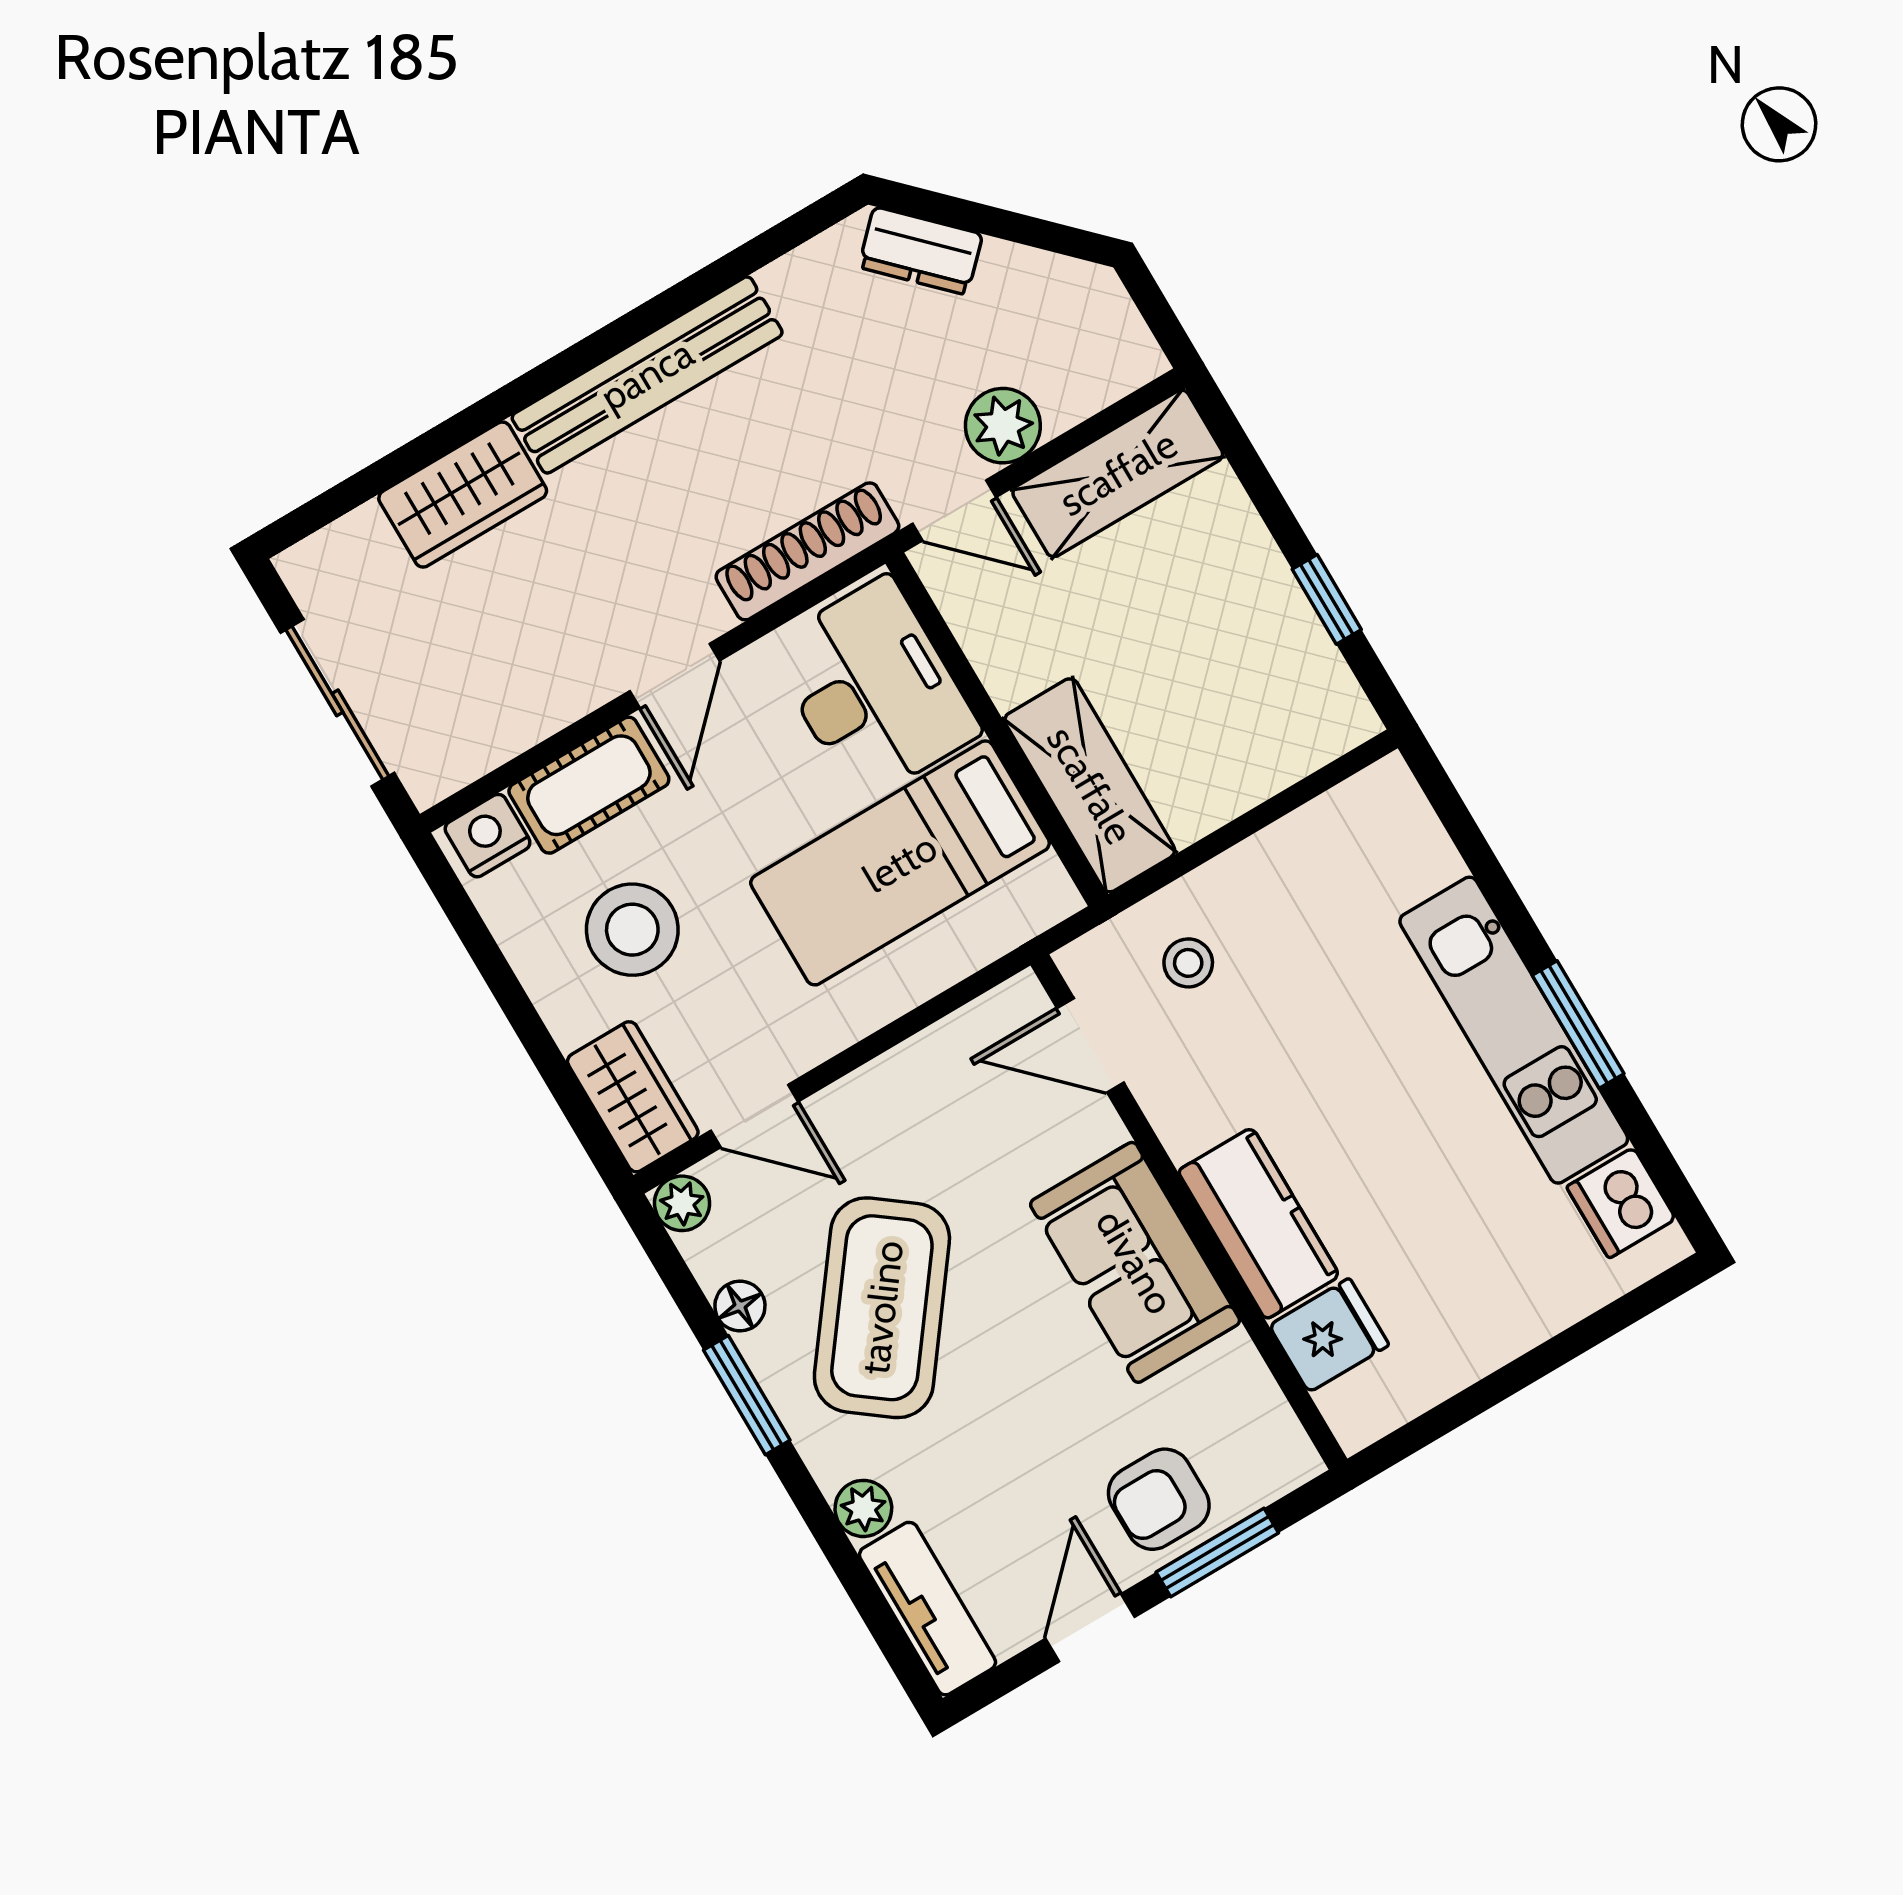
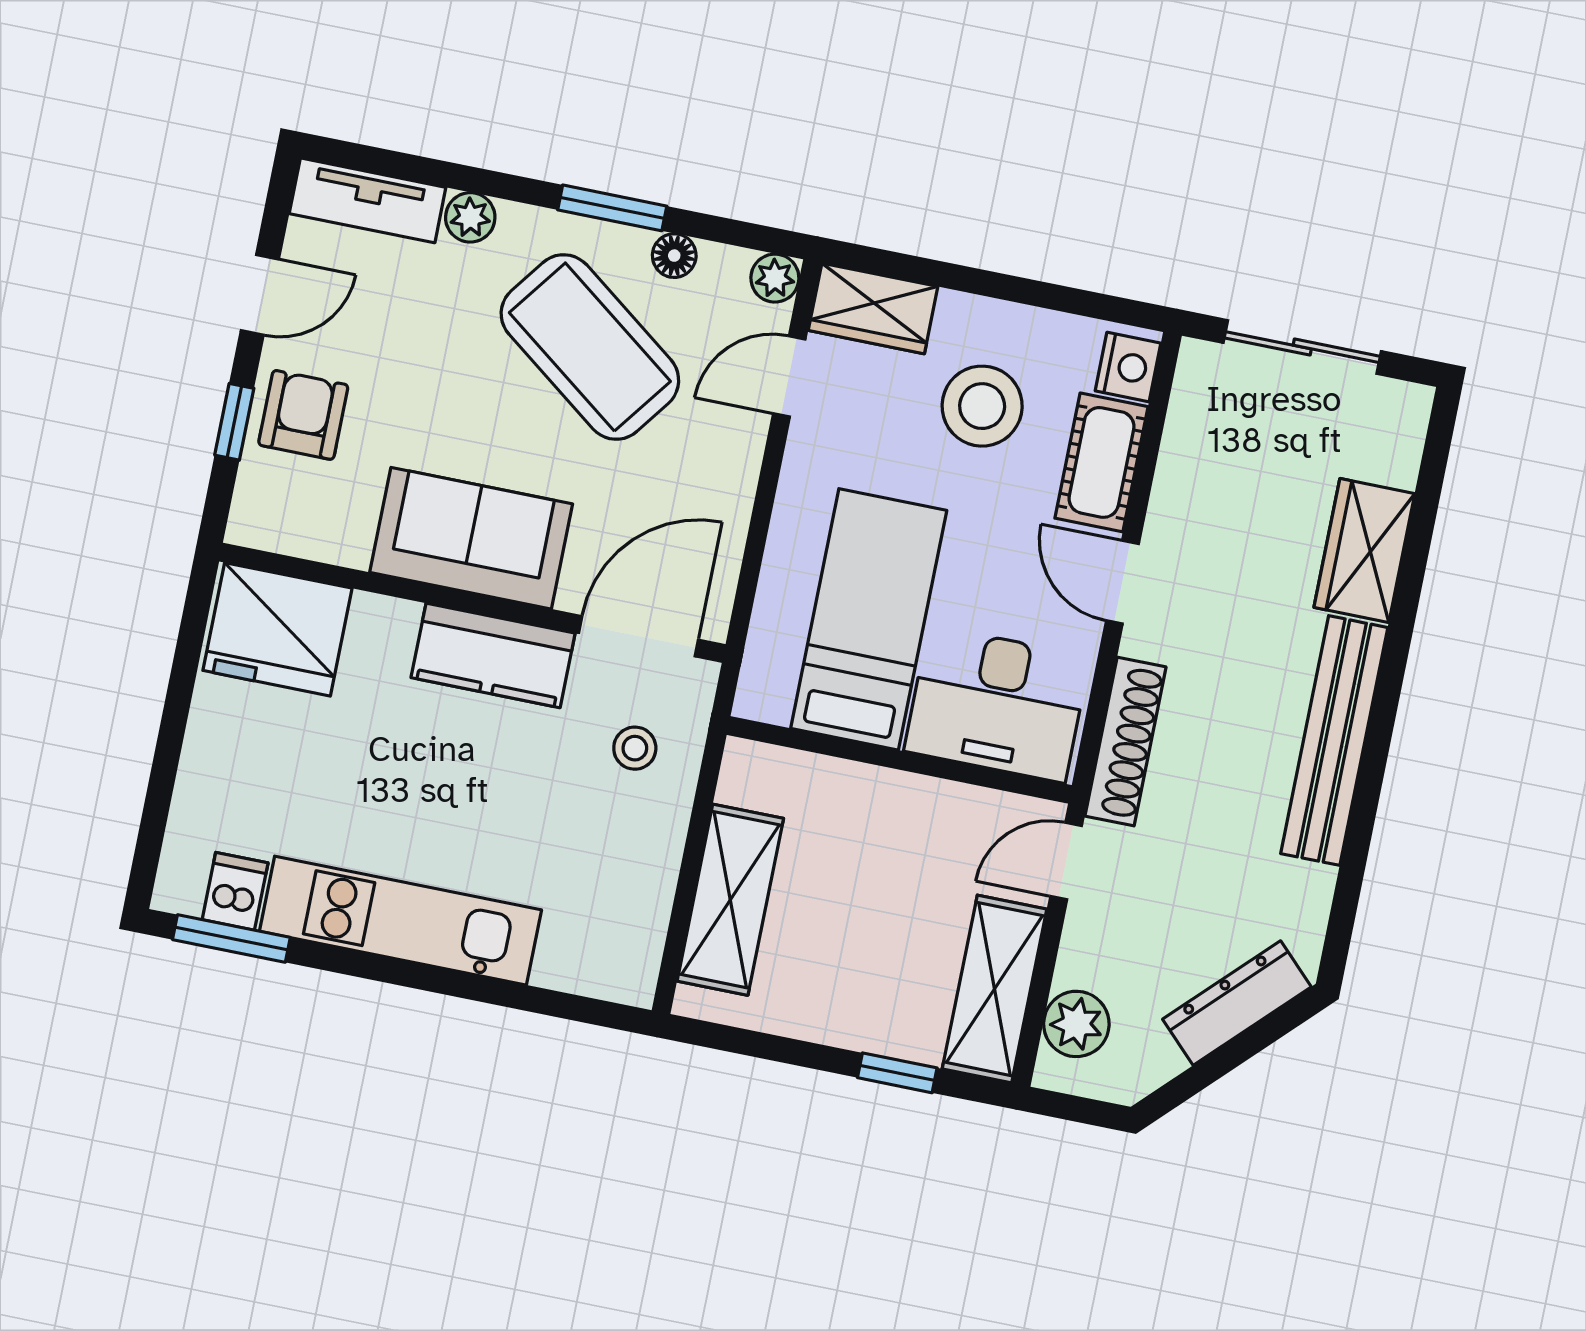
dresser: (921, 251) -> (1237, 1003), width x1.44
plant: (1003, 426) -> (1076, 1024), moved
window: (1327, 599) -> (897, 1073), moved
shelving: (1090, 785) -> (730, 900), moved, turned 90
window: (1578, 1024) -> (231, 939), moved
door: (1090, 1045) -> (638, 636), width x1.38
dishwasher: (1621, 1203) -> (235, 891), width x0.73
kitchen counter: (1259, 1223) -> (493, 655), moved
fridge: (1329, 1335) -> (277, 629), width x1.88, depth x1.34
window: (1217, 1552) -> (234, 422), width x0.67
door: (1090, 1628) -> (260, 295), hinge flipped

